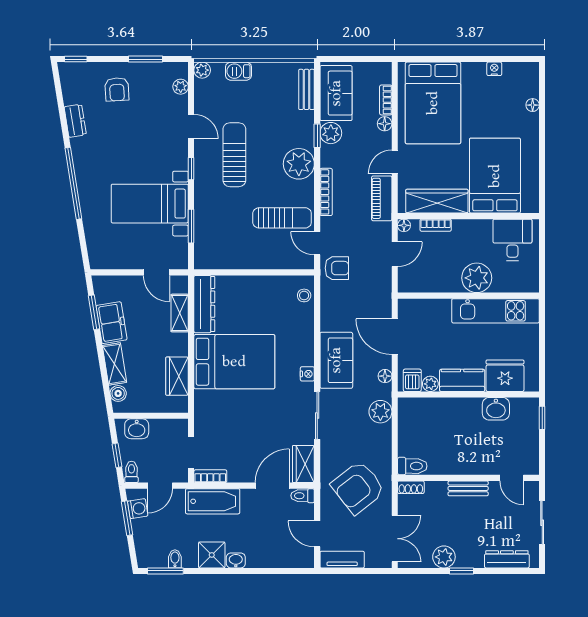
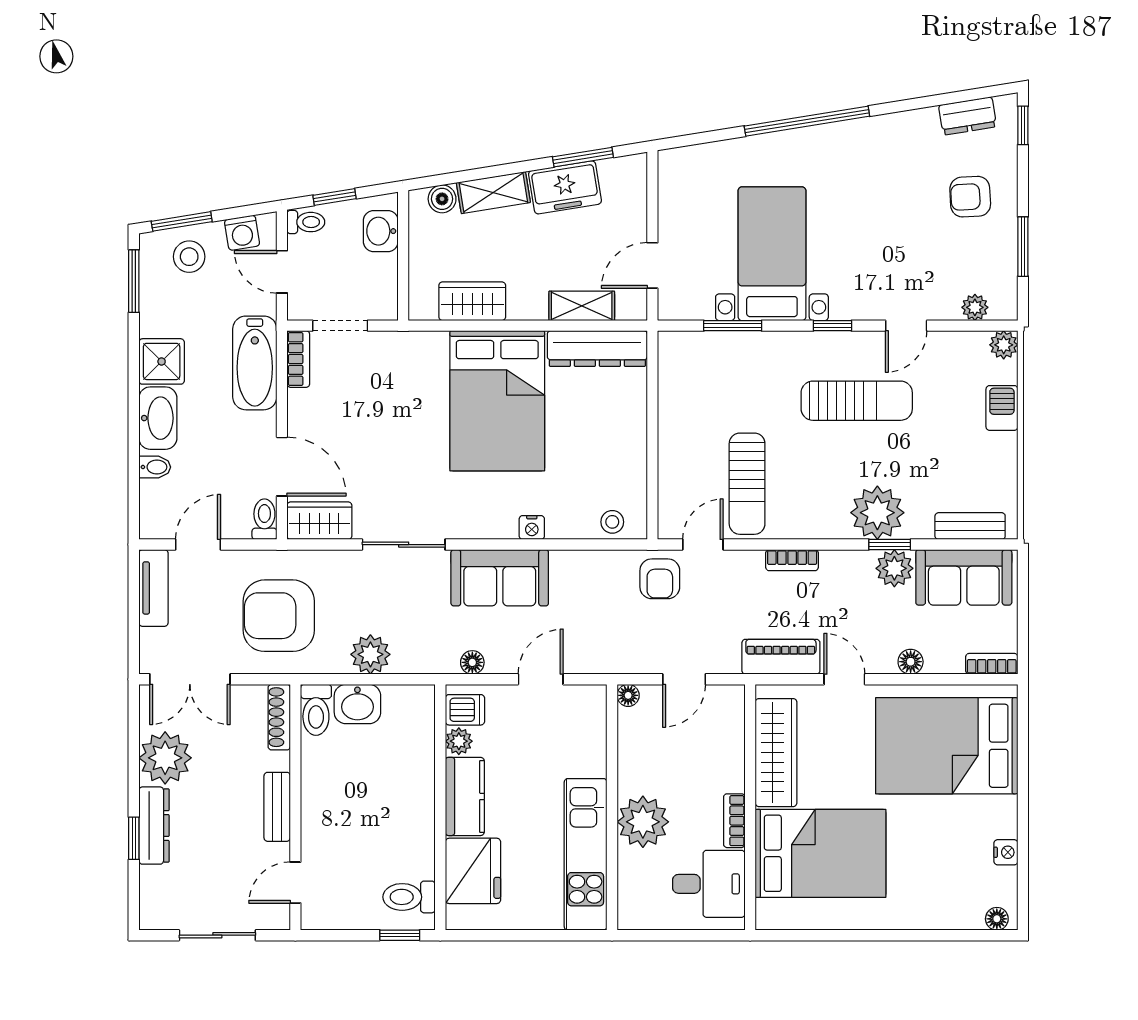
bookcase: (386, 100) -> (992, 664), moved
floor lamp: (533, 105) -> (997, 919), moved
dresser: (75, 121) -> (968, 116), moved
plant: (299, 164) -> (877, 513), moved
bookcase: (326, 192) -> (792, 560), width x0.64
floor lamp: (404, 225) -> (628, 695), moved
bookcase: (436, 225) -> (734, 821), moved
door: (395, 254) -> (684, 679), hinge flipped
door: (395, 337) -> (541, 679), width x0.73
nightstand: (307, 374) -> (532, 528), moved
washbasin: (496, 409) -> (357, 704), moved, turned -90
plant: (380, 412) -> (370, 654), moved
toilet: (520, 412) -> (409, 897), added
armchair: (358, 487) -> (279, 616), turned -52
shoe rack: (411, 487) -> (279, 717), width x1.43
window: (127, 518) -> (182, 221), moved
stool: (151, 539) -> (189, 257), added
plant: (444, 557) -> (165, 758), width x1.36, depth x1.36
bidet: (175, 559) -> (155, 467), moved
dresser: (507, 559) -> (154, 826), moved
washbasin: (236, 560) -> (158, 418), width x1.91, depth x1.45
window: (461, 571) -> (134, 838), moved

